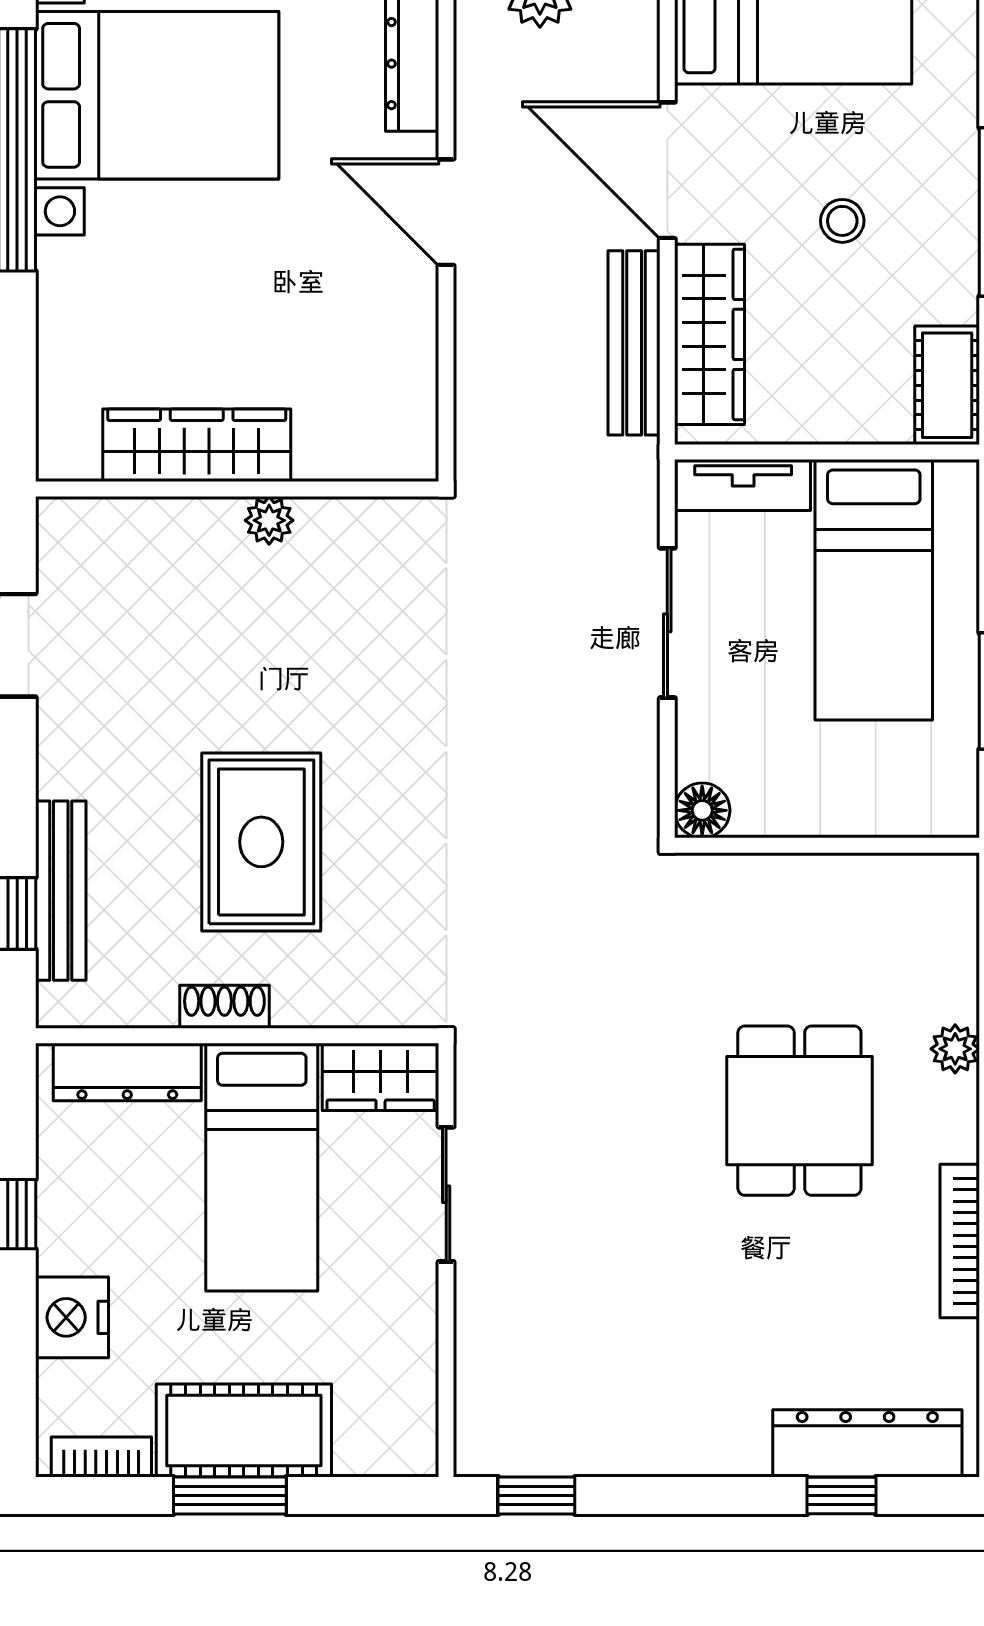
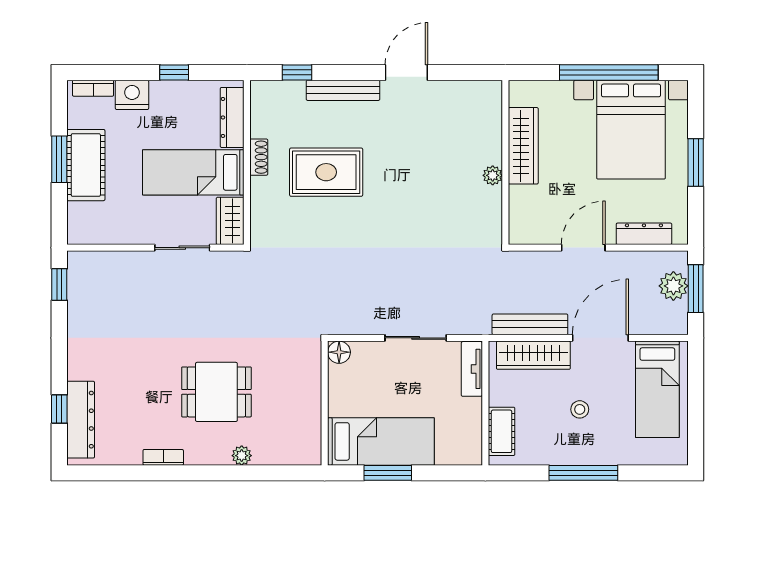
cot: (947, 385) -> (502, 431), moved, turned 90
wardrobe: (197, 445) -> (523, 146), moved
wall: (237, 489) -> (505, 162), moved
plant: (269, 520) -> (493, 175), moved
bed: (874, 590) -> (381, 441), moved, turned 180
bench: (61, 891) -> (343, 90), moved
bookcase: (960, 1241) -> (163, 457), width x0.64
bookcase: (101, 1457) -> (93, 88), moved, turned 90

